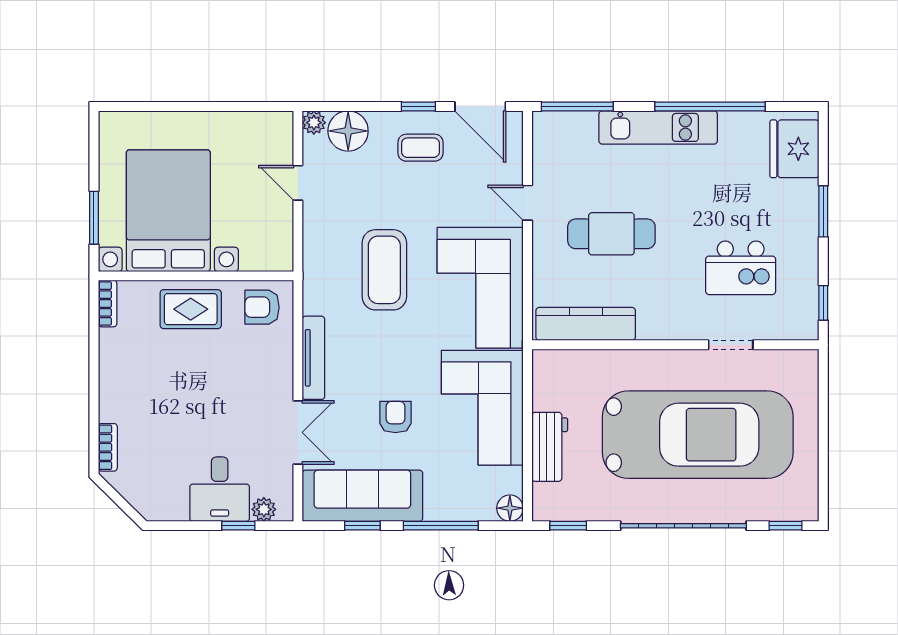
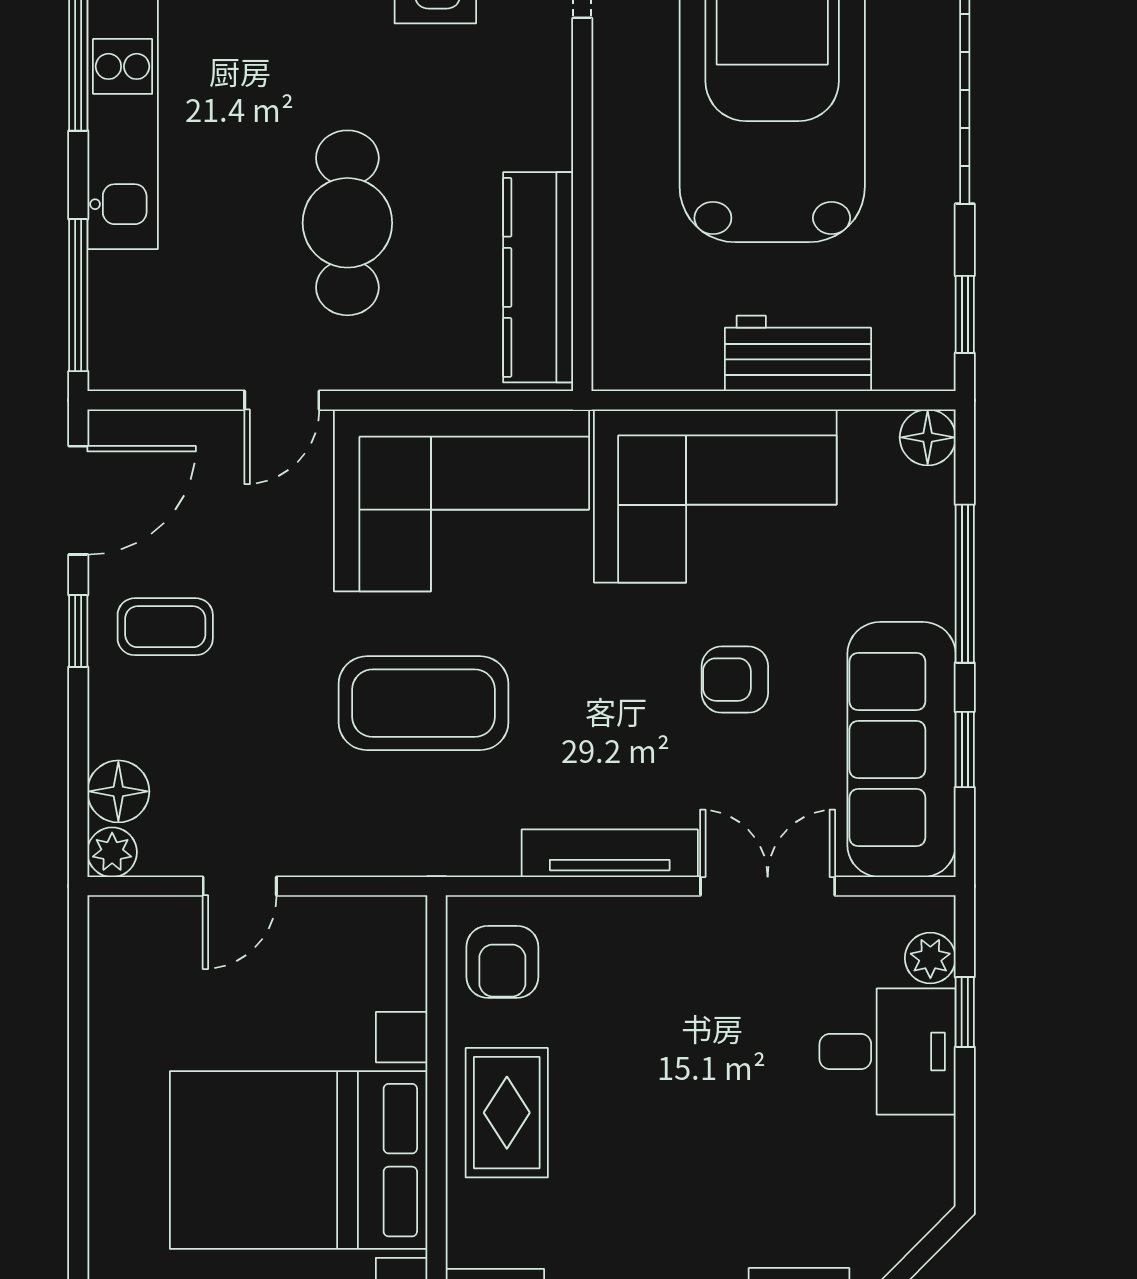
floor lamp: (348, 131) -> (118, 791), width x0.73, depth x0.73
coffee table: (420, 148) -> (165, 627), turned 90

